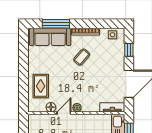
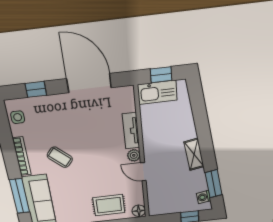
floor lamp: (51, 107) -> (139, 211), moved
tv unit: (112, 107) -> (131, 131), moved

